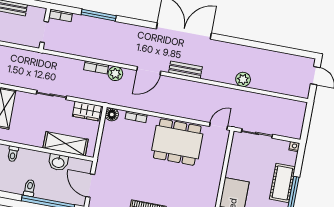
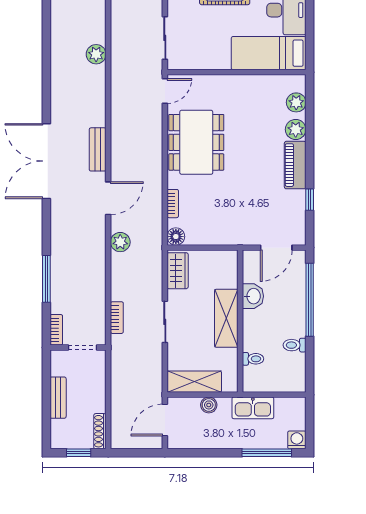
bookcase: (96, 67) -> (117, 318), moved
door: (149, 71) -> (108, 198), hinge flipped
plant: (243, 79) -> (96, 54), moved
door: (219, 126) -> (165, 91), swing flipped
shelving: (66, 144) -> (226, 318), moved
toilet: (30, 188) -> (295, 345), moved

